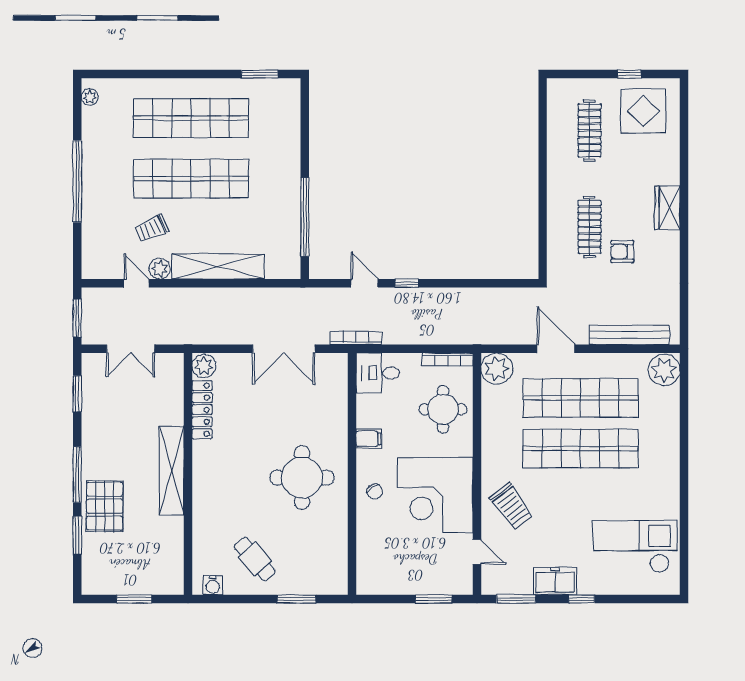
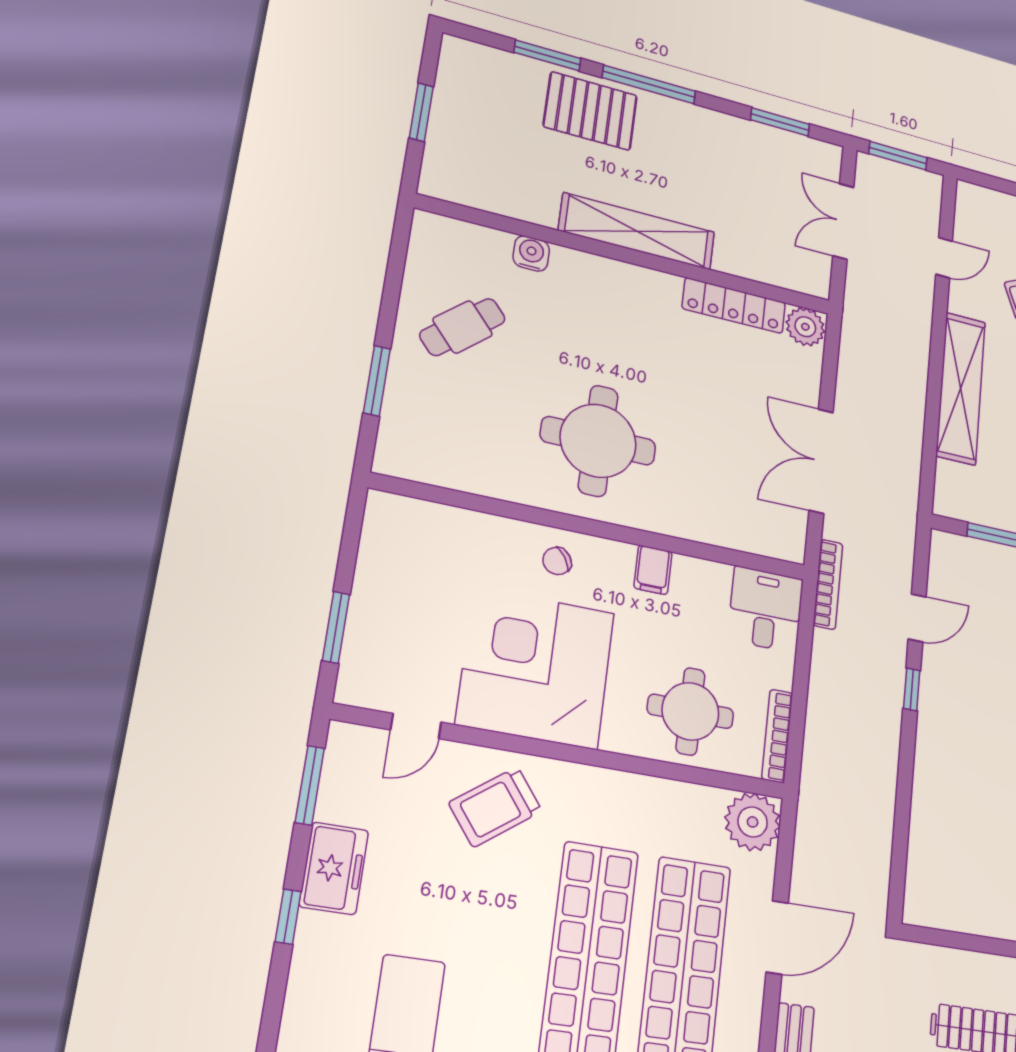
plant: (160, 269) -> (964, 298), removed
water cooler: (213, 585) -> (531, 253), moved, turned 90

